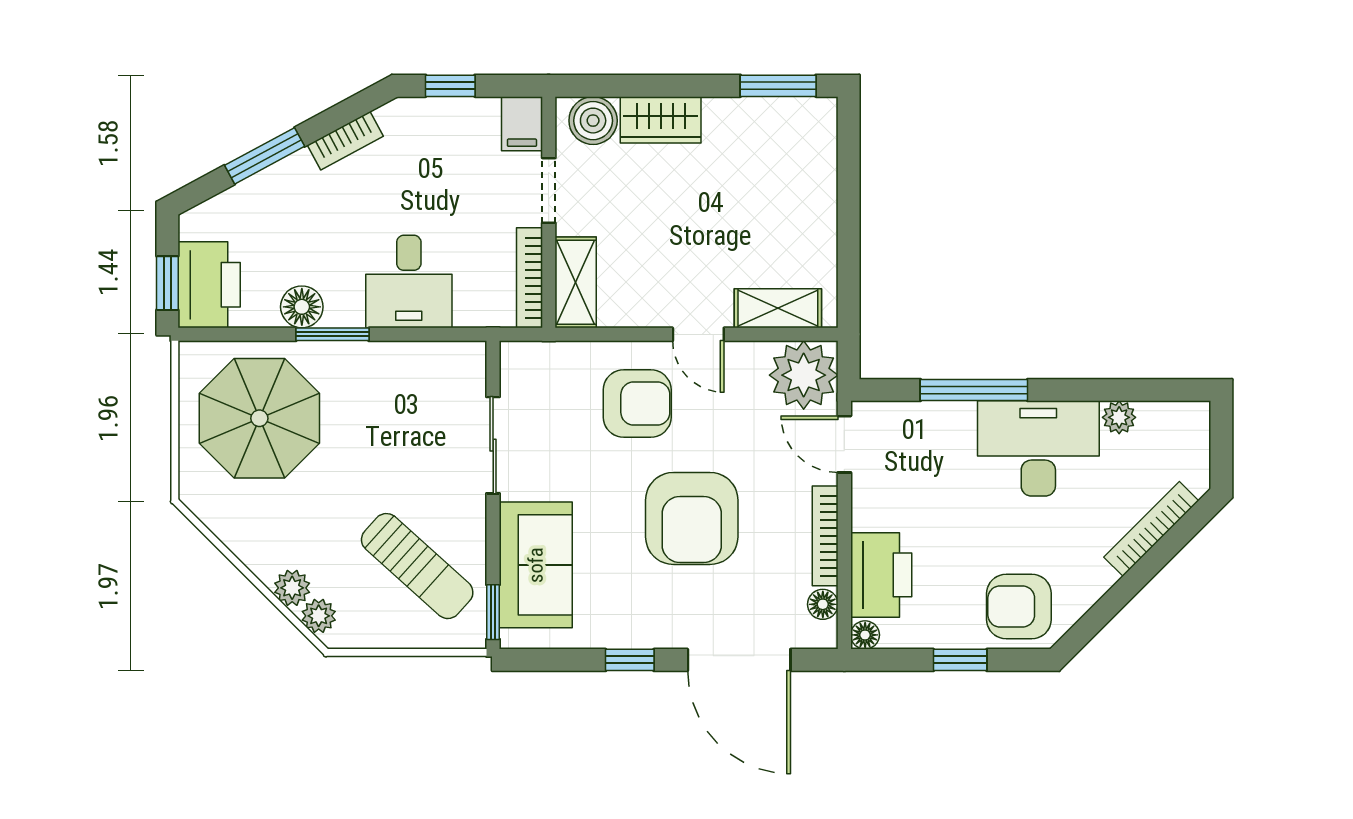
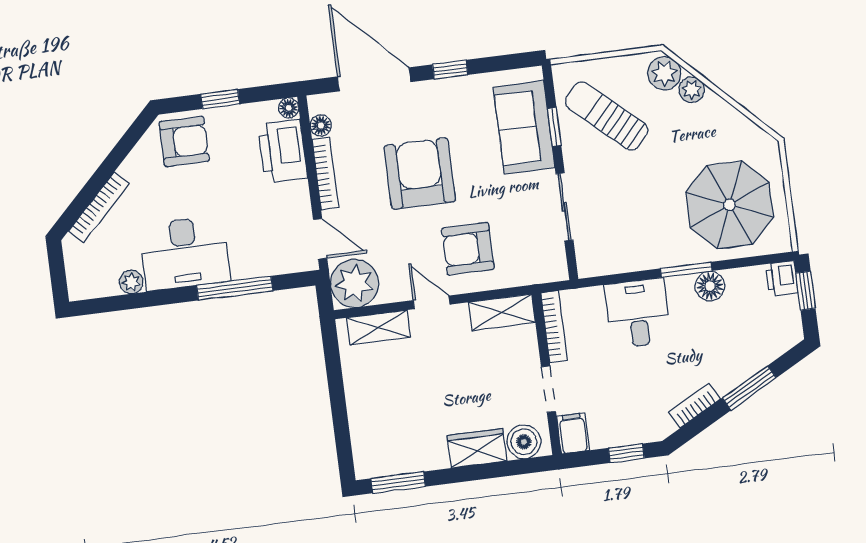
shelving: (576, 282) -> (502, 312), moved, turned 90
printer: (209, 285) -> (782, 278), width x0.53, depth x0.68
window: (493, 612) -> (554, 127), moved
plant: (319, 616) -> (664, 73), width x1.38, depth x1.38

